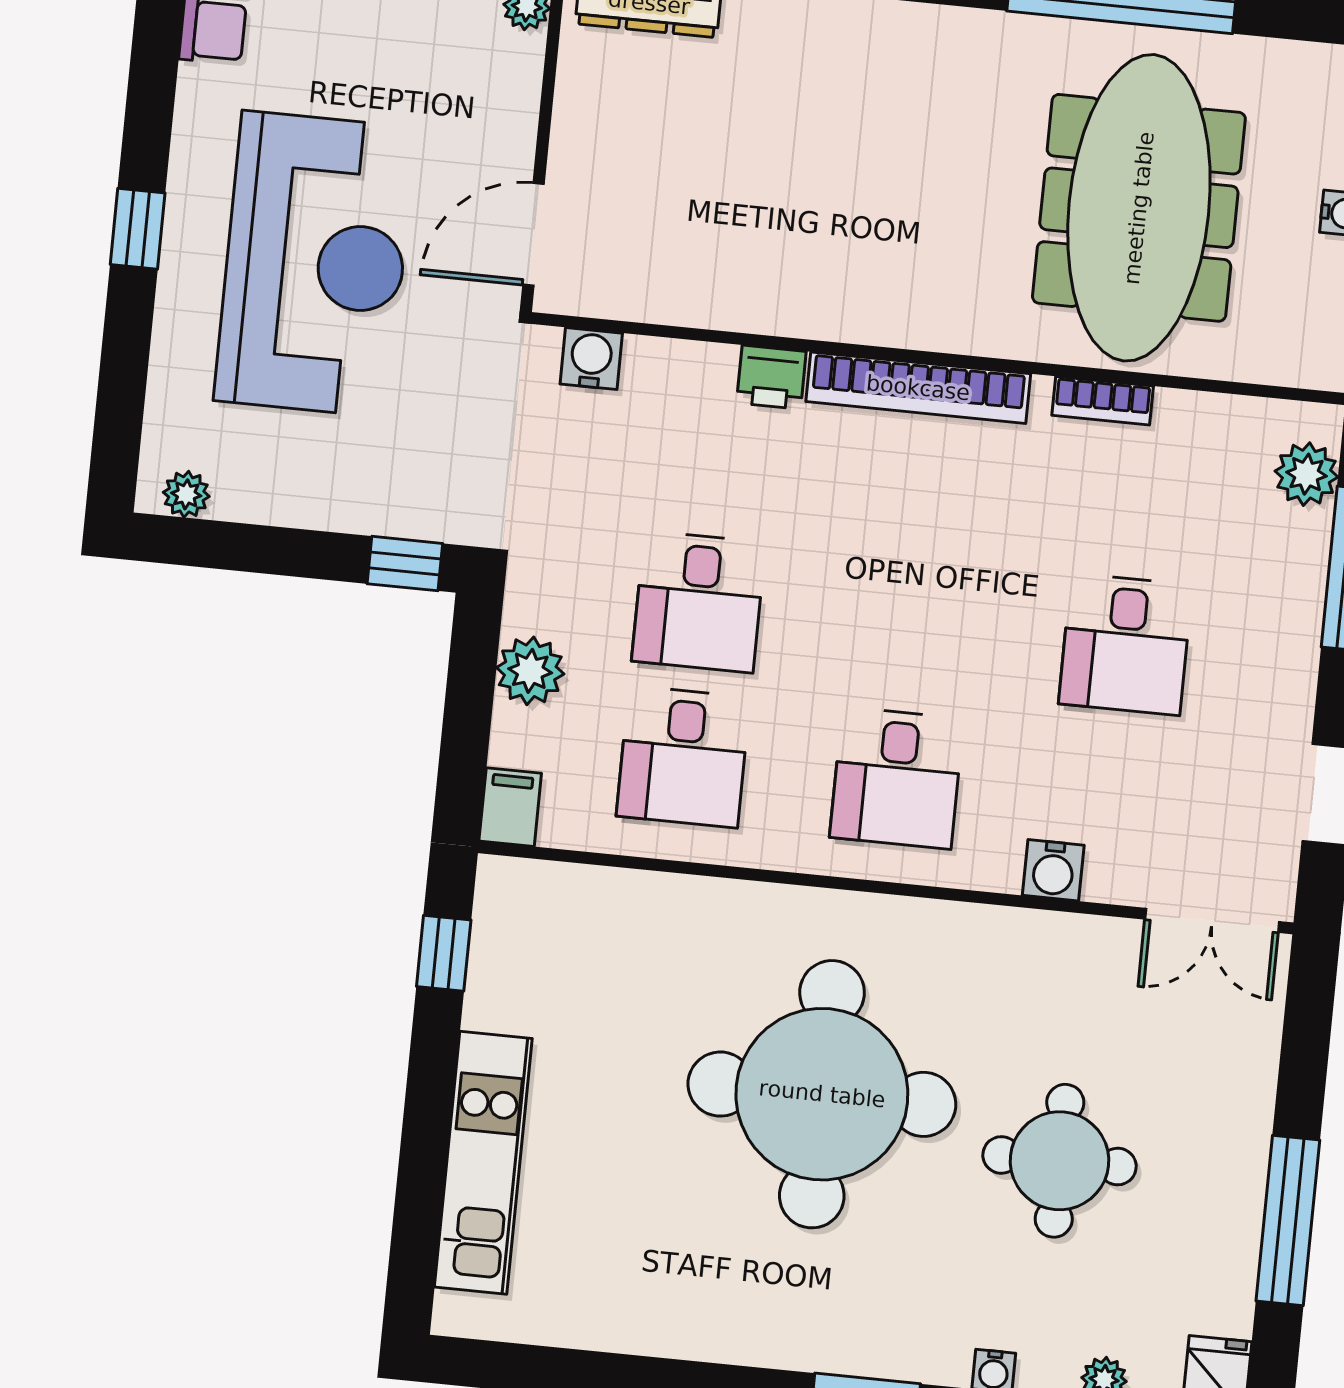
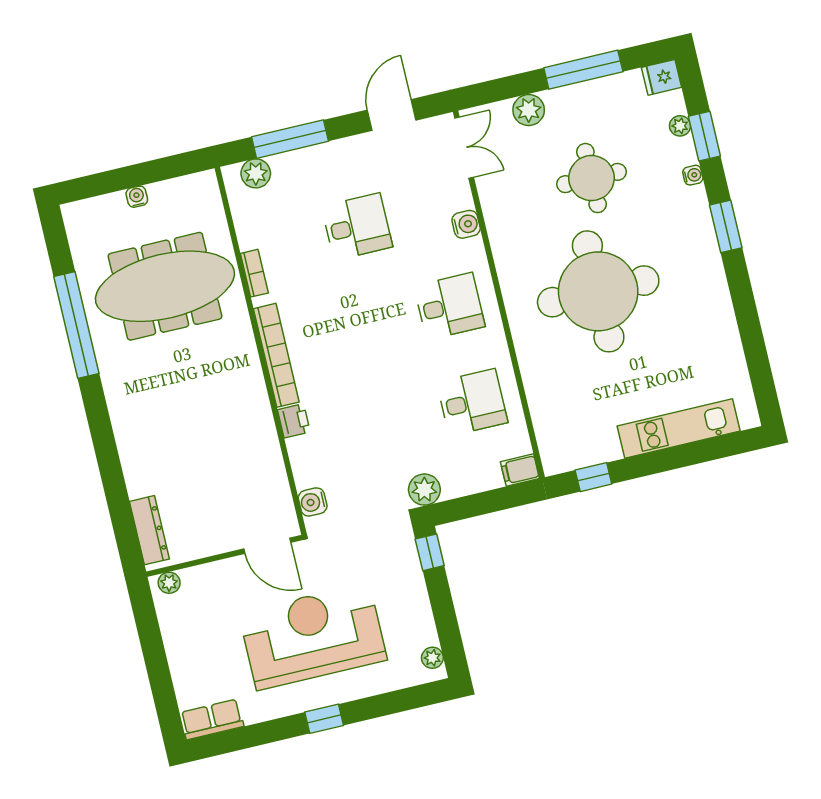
desk: (699, 602) -> (402, 419), removed
plant: (530, 671) -> (424, 490), moved
plant: (1244, 1080) -> (529, 110), added

